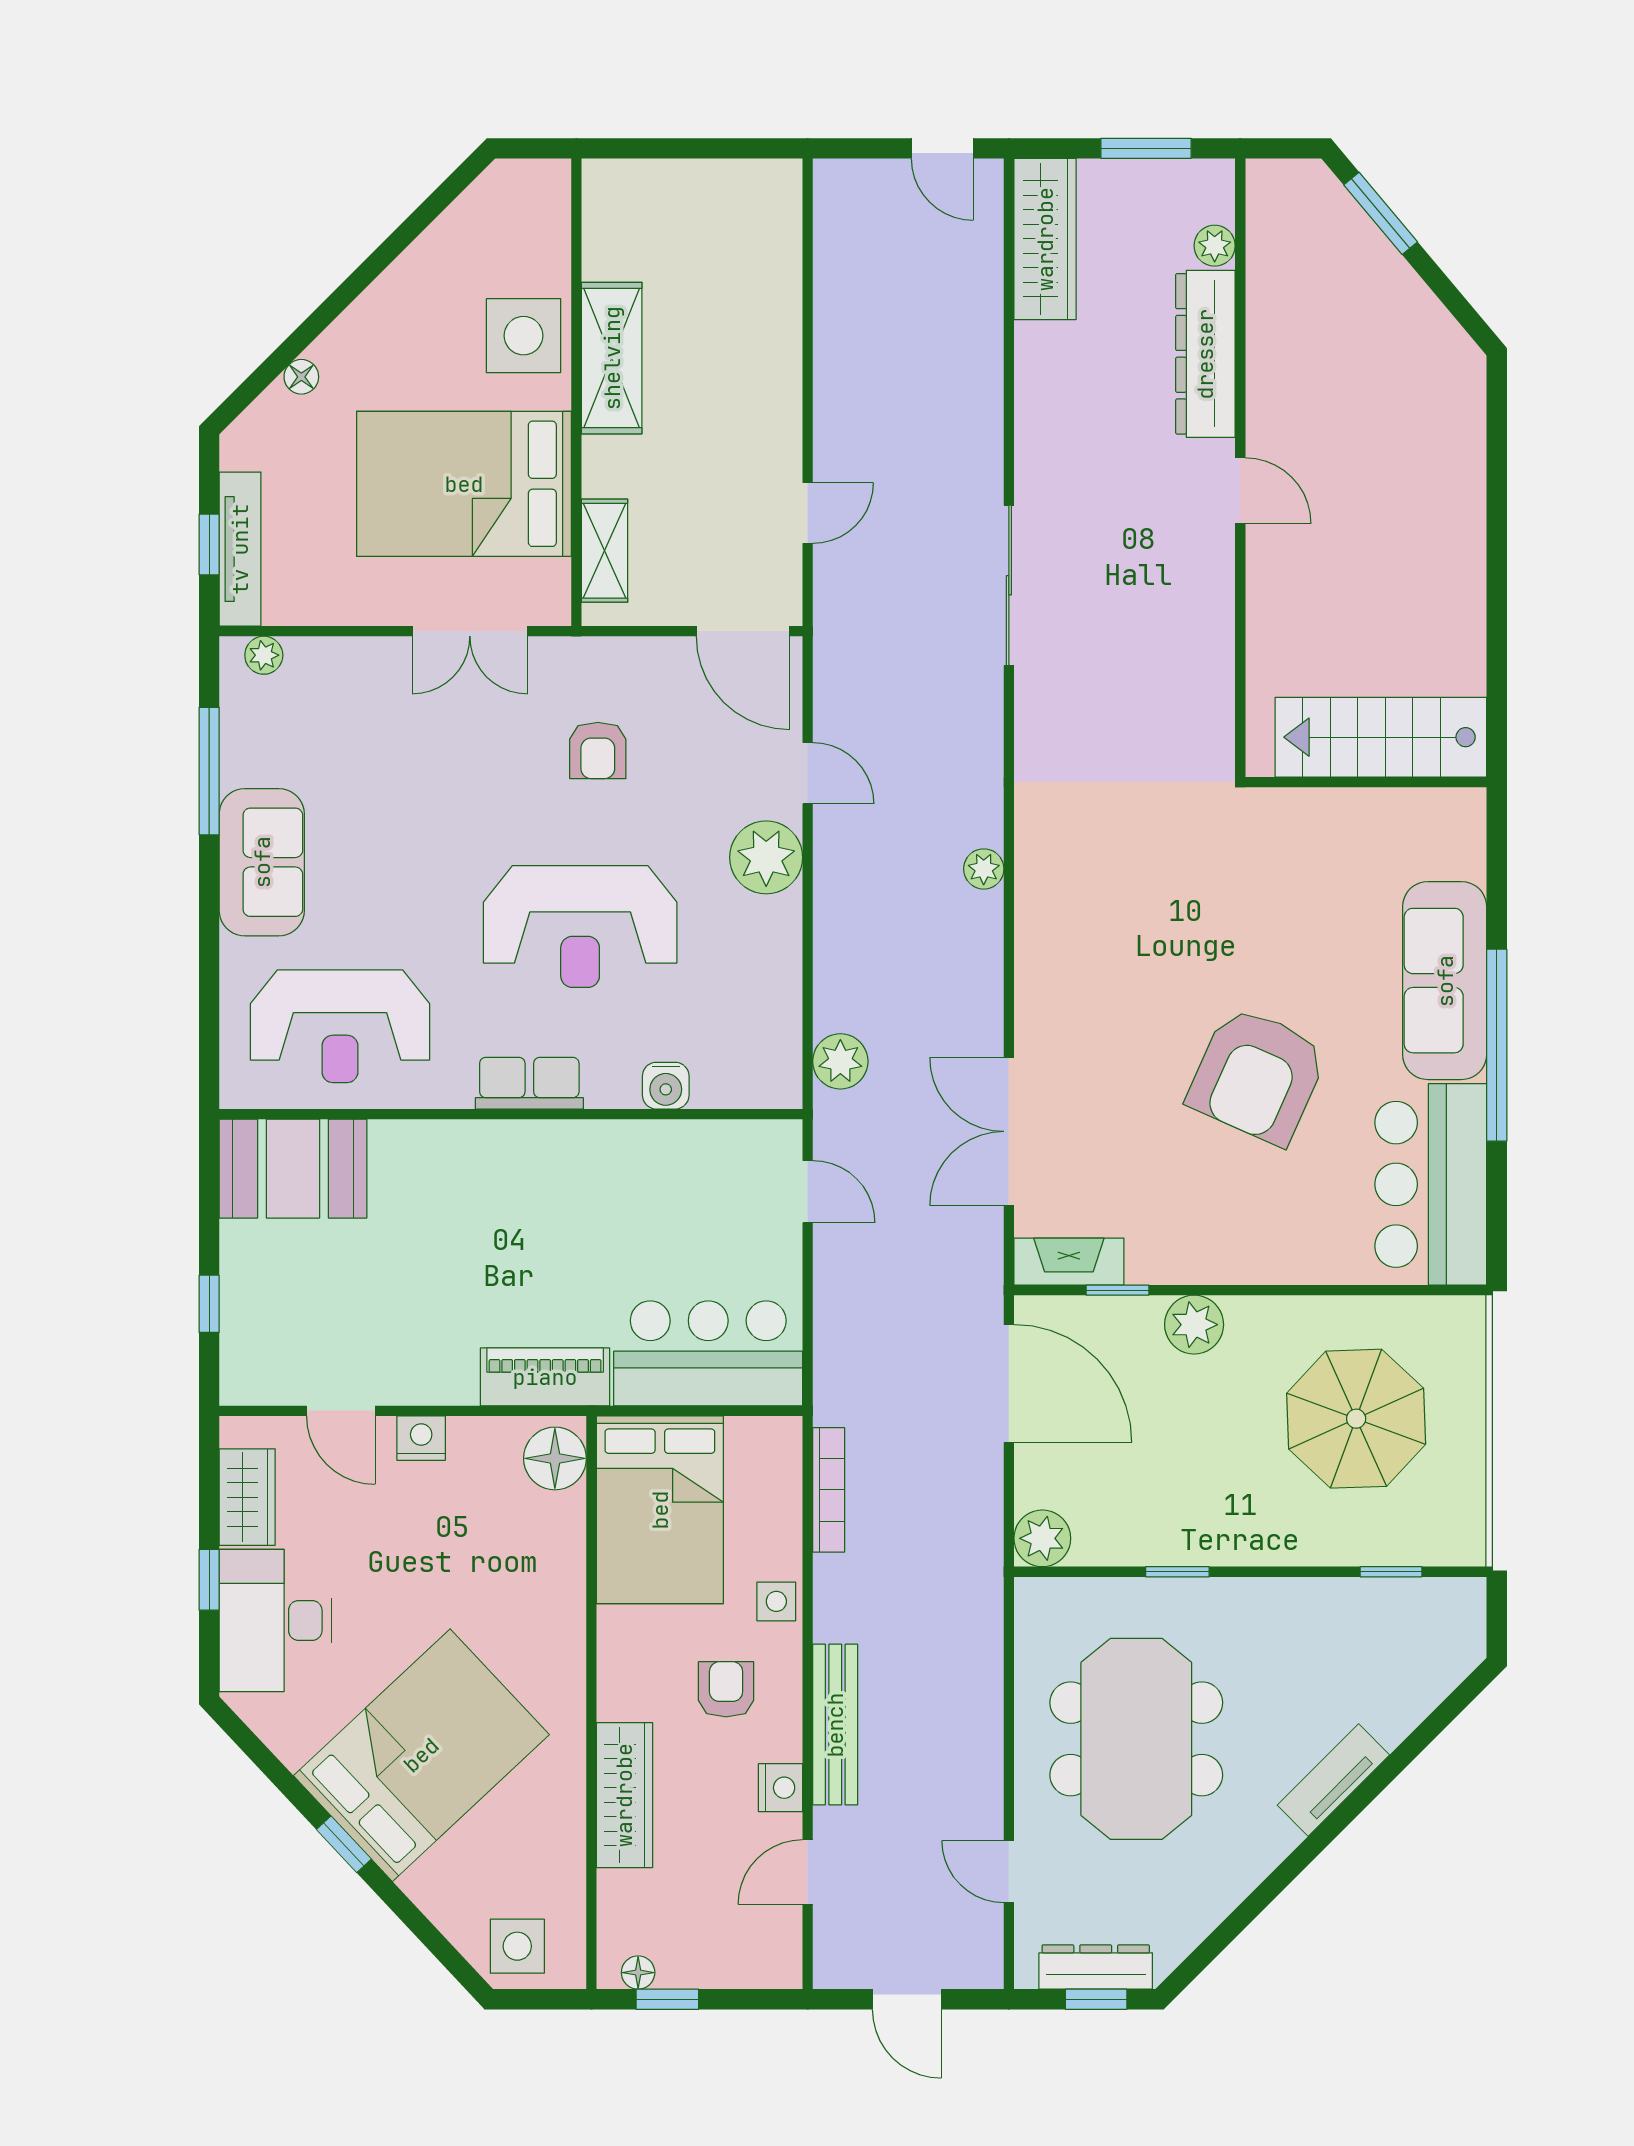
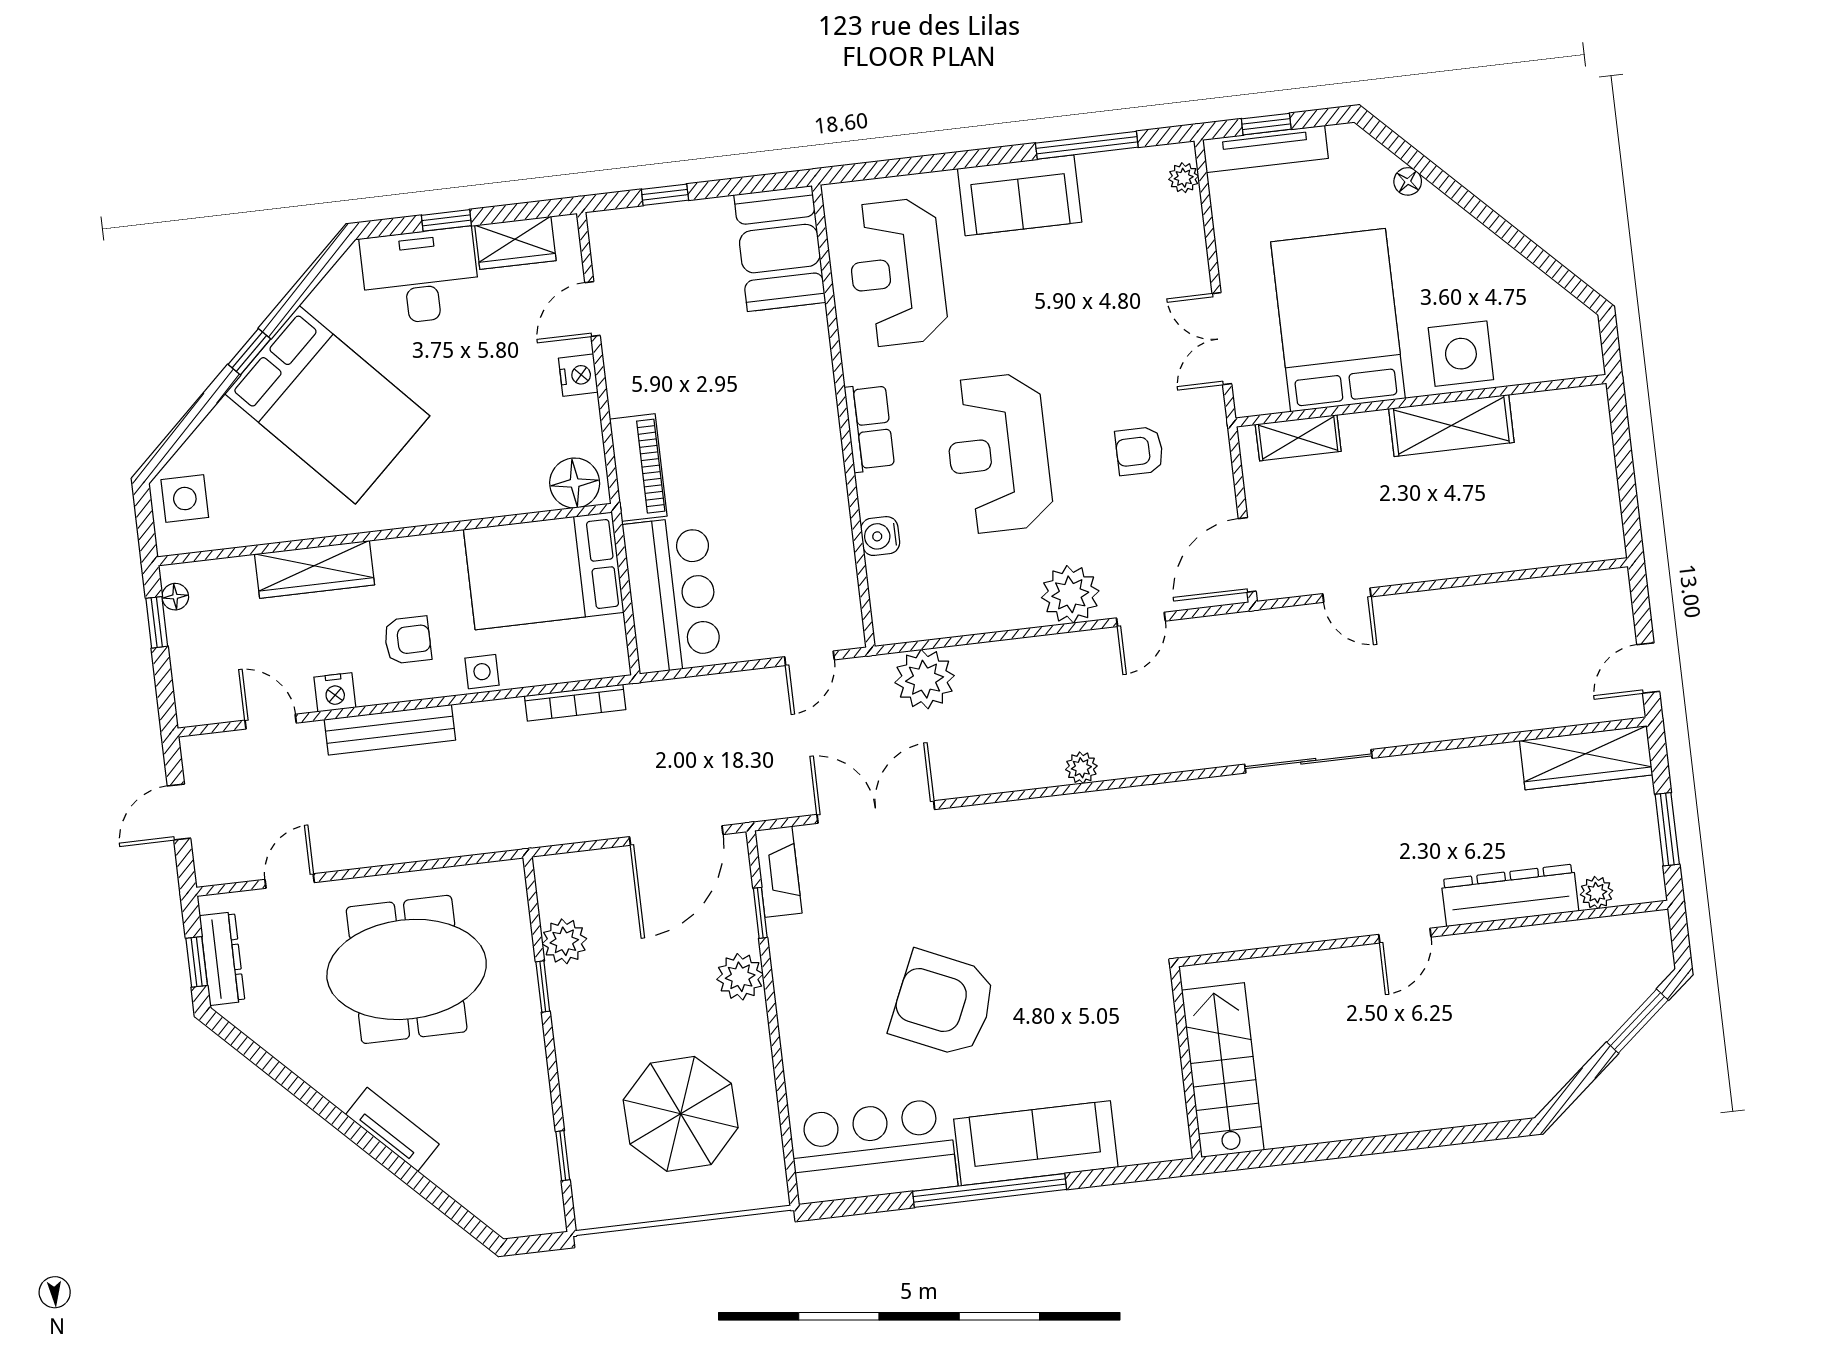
plant: (840, 1061) -> (925, 679), width x1.36, depth x1.36
plant: (1042, 1538) -> (564, 941), moved

